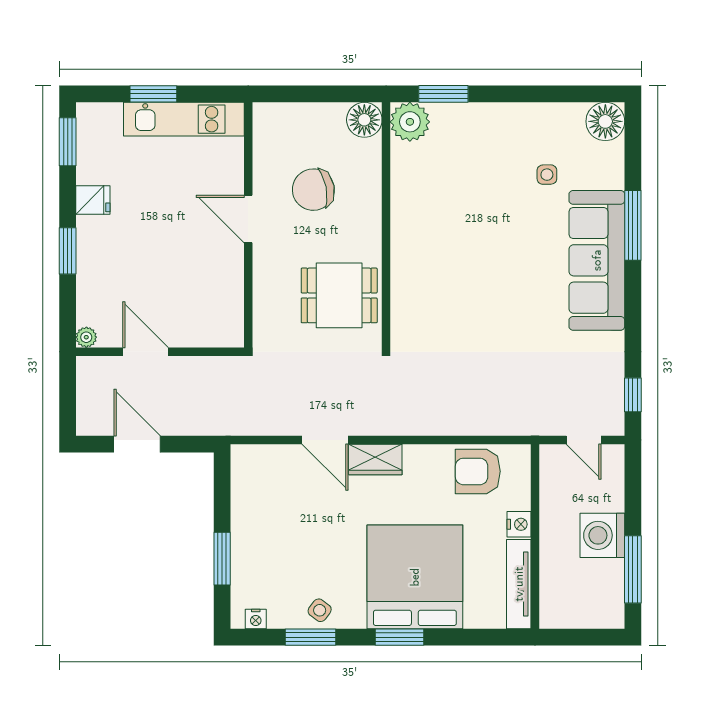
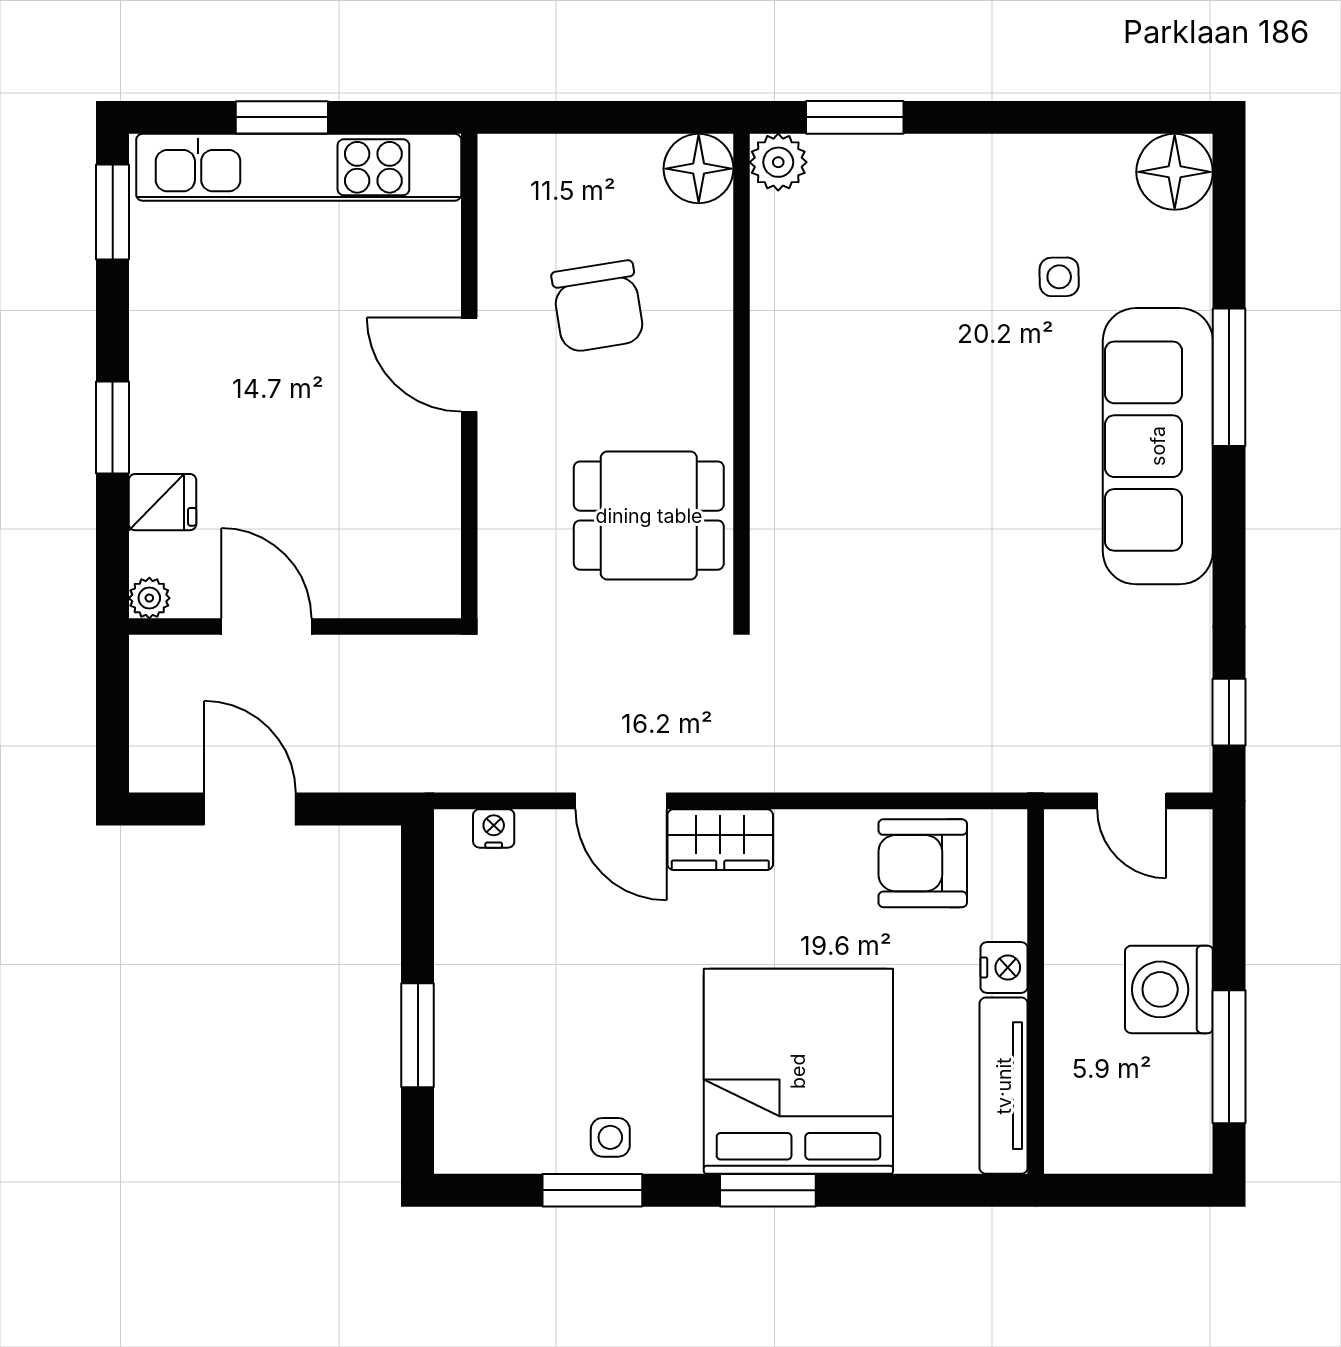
kitchen unit: (184, 119) -> (299, 167), width x1.36
plant: (410, 122) -> (778, 162), width x0.73, depth x0.73
chair: (313, 190) -> (598, 307), turned -88
fridge: (93, 200) -> (163, 502), moved
side table: (320, 610) -> (610, 1137), turned -37
nightstand: (256, 619) -> (494, 828), moved, turned 180

